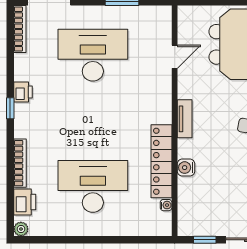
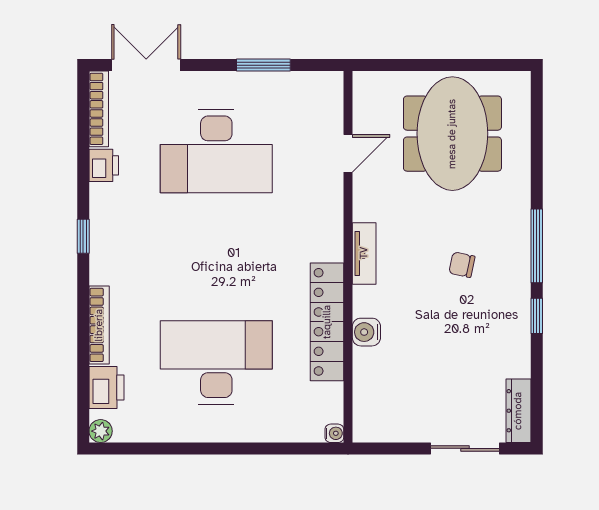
desk: (93, 55) -> (216, 151), turned 180
printer: (23, 92) -> (104, 165), moved
water cooler: (166, 205) -> (334, 433), moved
window: (205, 240) -> (397, 448), removed

